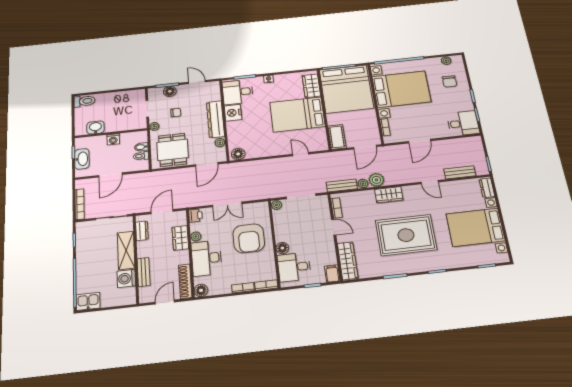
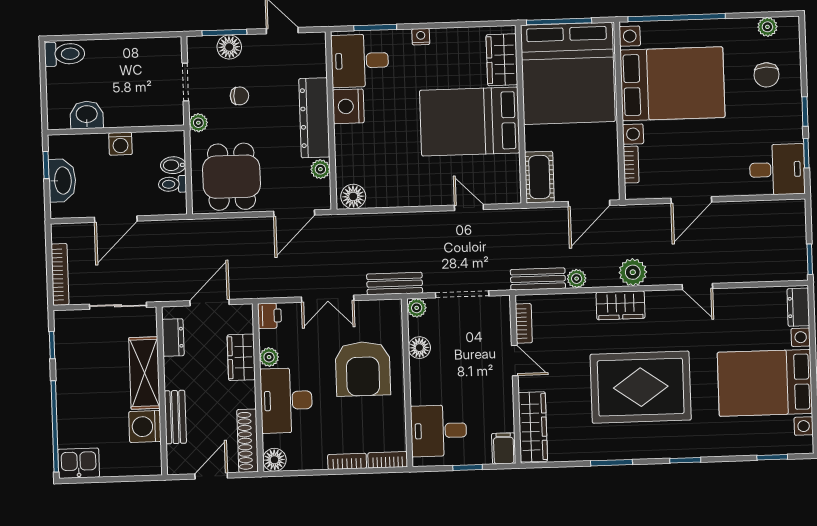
bench: (460, 172) -> (395, 284), moved
plant: (376, 180) -> (633, 272), moved
floor lamp: (282, 248) -> (419, 348), moved

